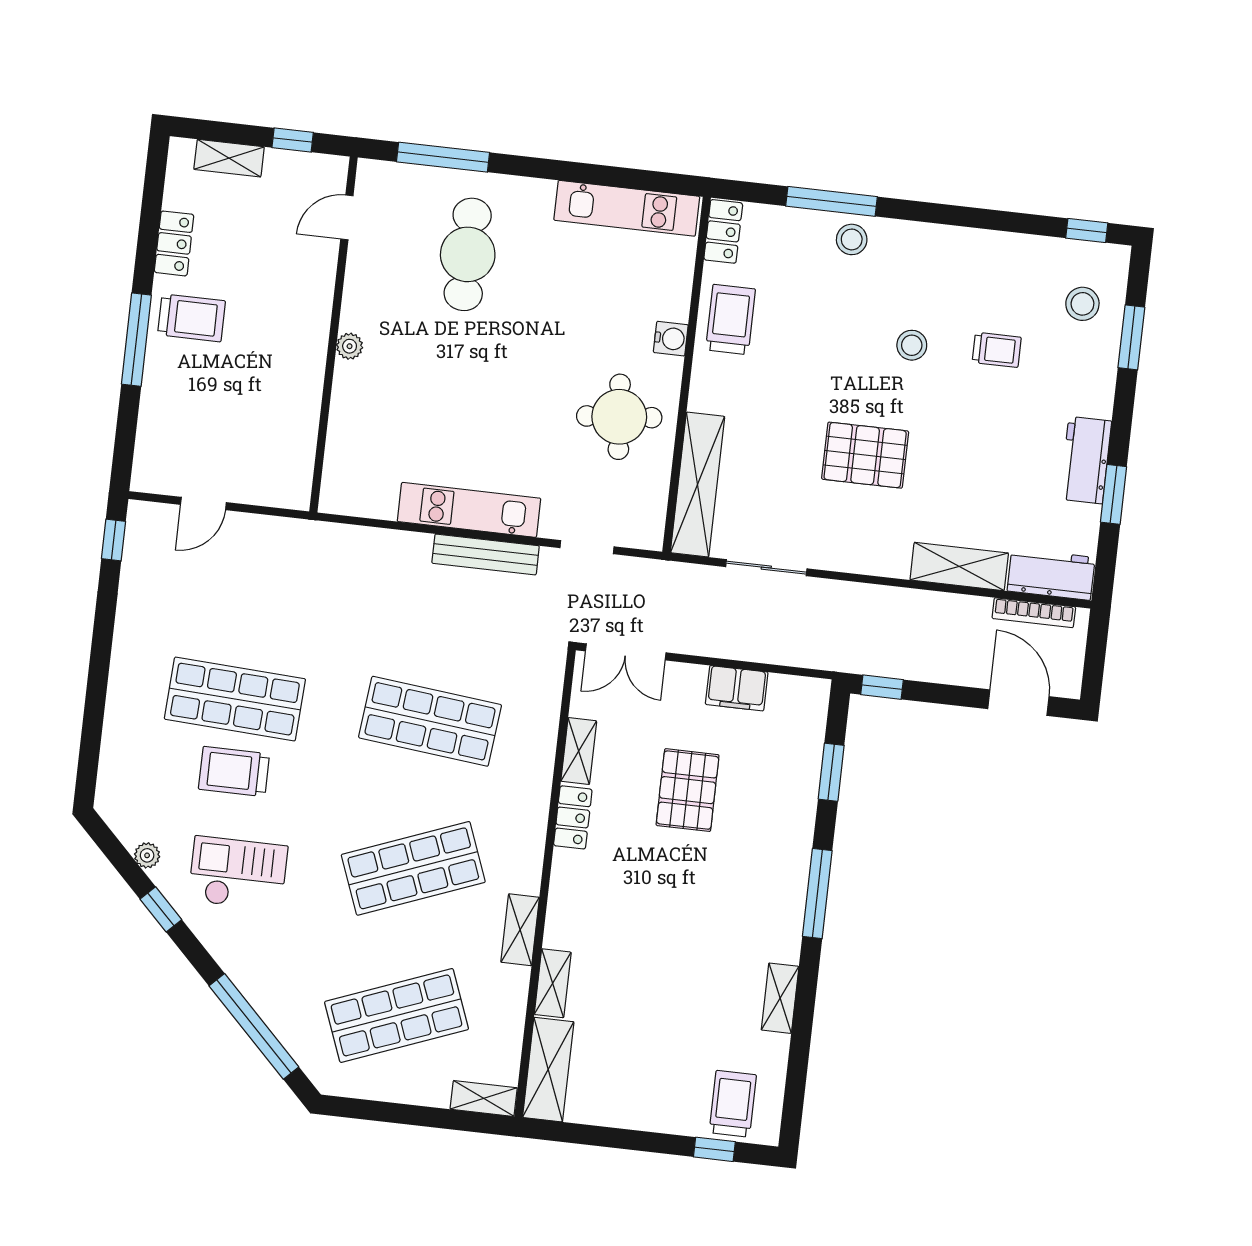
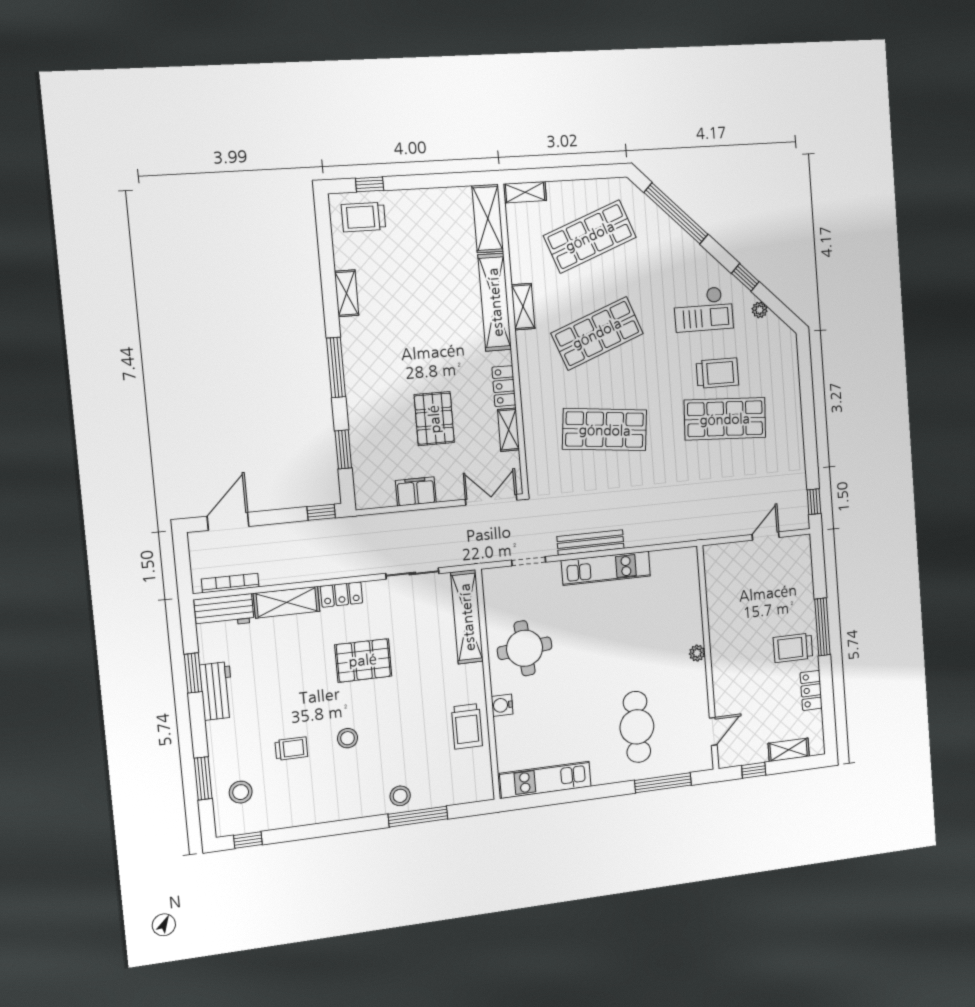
locker: (723, 231) -> (342, 595), moved, turned -90
trolley: (997, 350) -> (291, 749), turned 180
door: (1018, 703) -> (228, 521), swing flipped
shelving: (553, 983) -> (495, 302), width x2.20, depth x1.33
trolley: (733, 1104) -> (364, 217), turned 90

